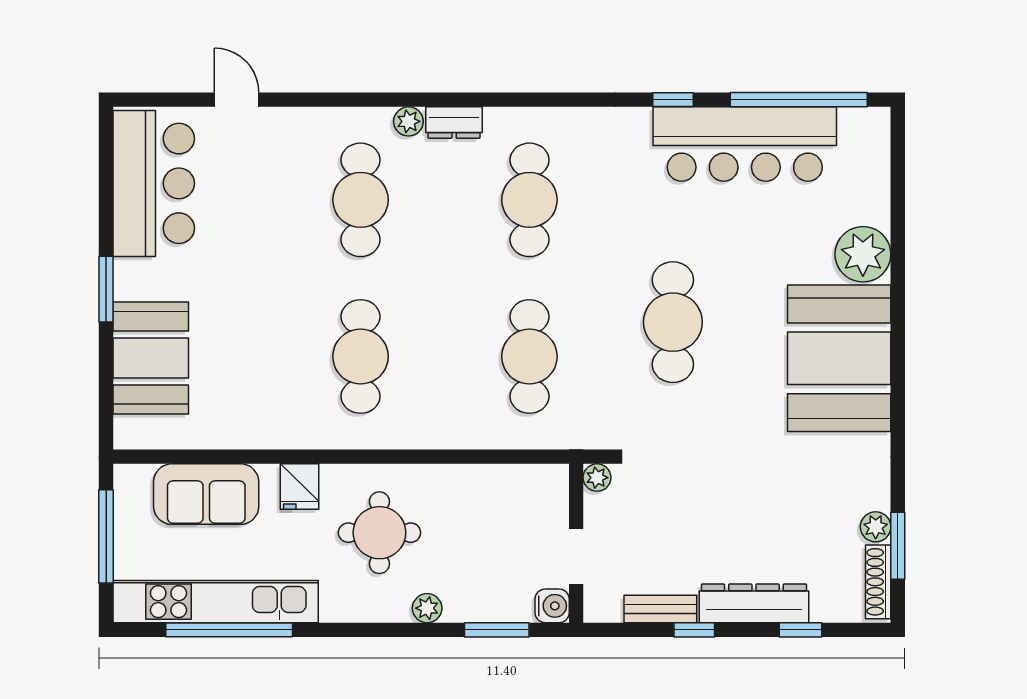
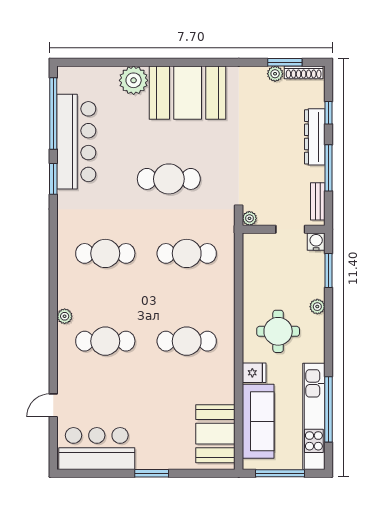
window: (673, 100) -> (53, 179), width x1.50
dresser: (454, 123) -> (65, 293), removed
booth: (151, 358) -> (215, 434), moved, turned 90
sofa: (206, 494) -> (258, 421), width x1.36
bench: (660, 609) -> (318, 201), moved
window: (694, 630) -> (329, 168), width x2.17

